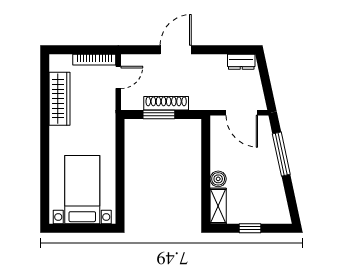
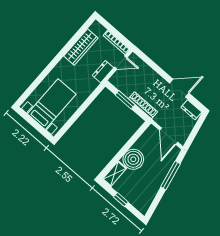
door: (176, 50) -> (179, 88), moved
shoe rack: (166, 103) -> (143, 105), moved
dresser: (107, 105) -> (103, 72), added
boiler: (218, 179) -> (133, 159), width x1.86, depth x1.86

